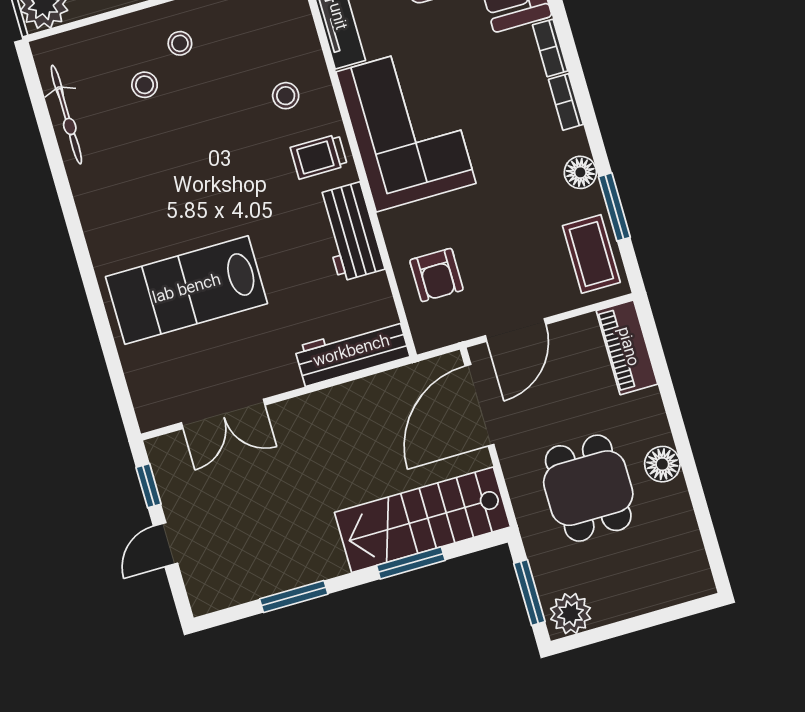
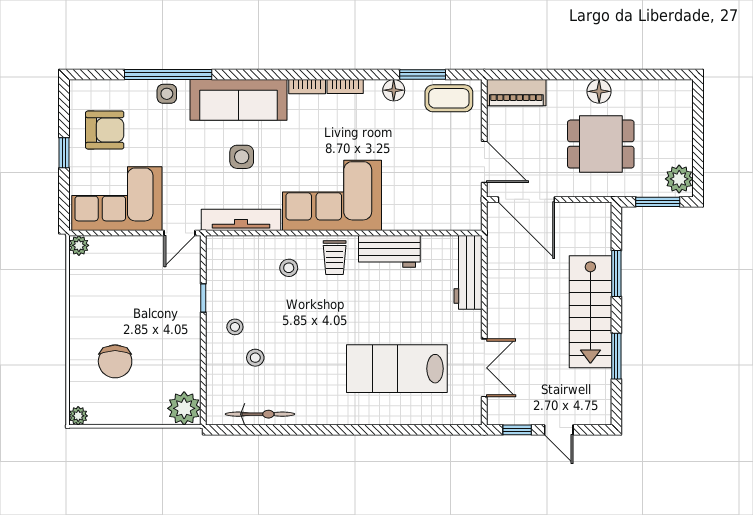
armchair: (436, 275) -> (434, 203), removed
lab bench: (187, 290) -> (397, 369), turned 90
stairs: (422, 520) -> (590, 312), moved

